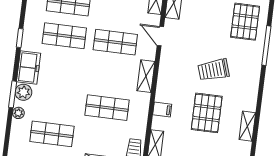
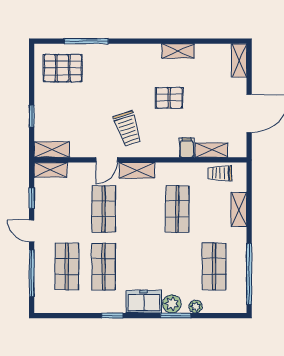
door: (160, 36) -> (107, 160), moved
trolley: (214, 70) -> (128, 129), moved
filing cabinet: (162, 110) -> (187, 148), moved
pallet: (207, 113) -> (169, 98), width x0.67, depth x0.71

